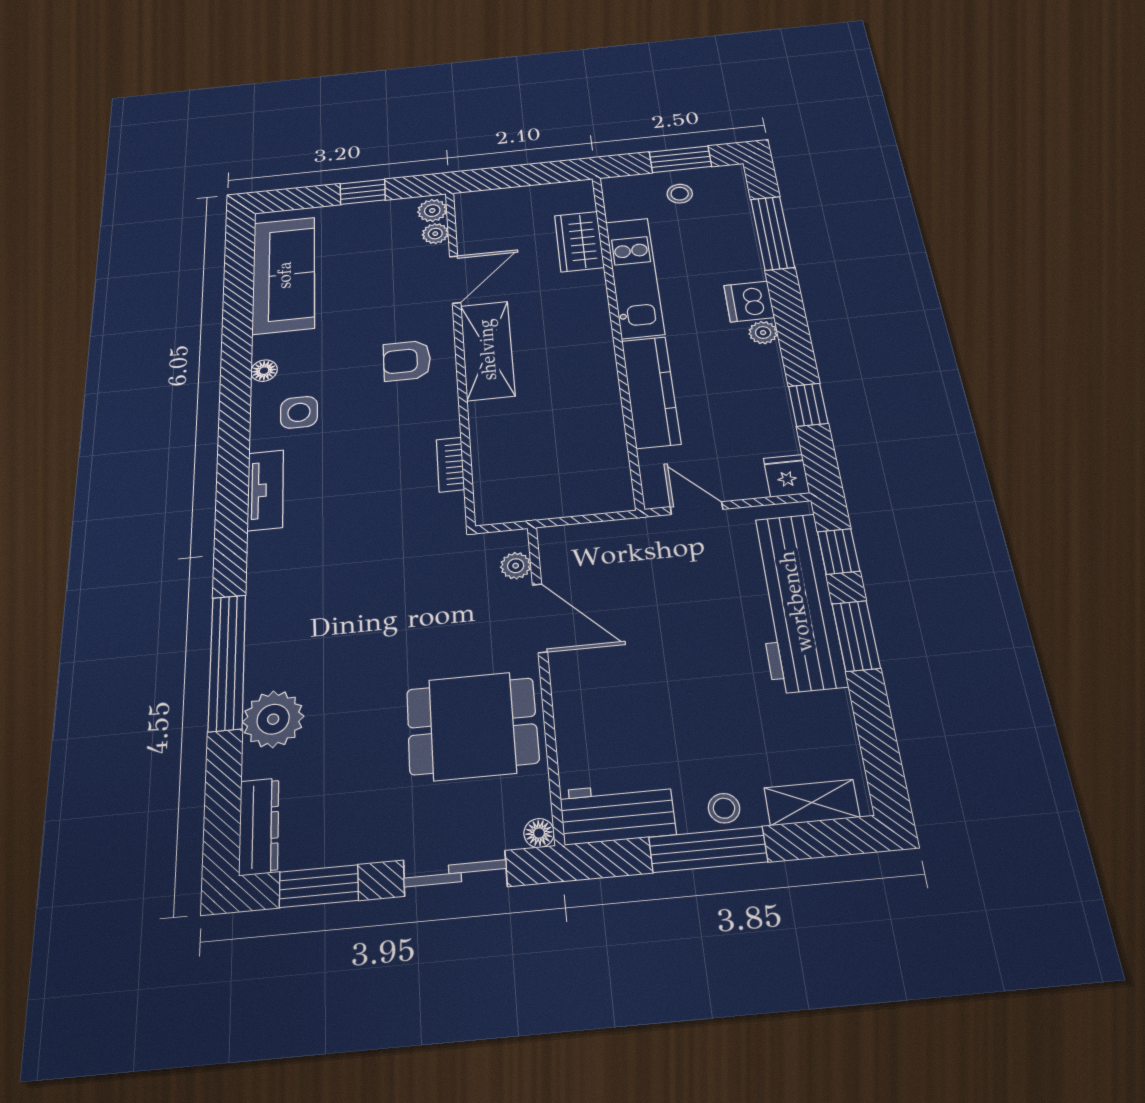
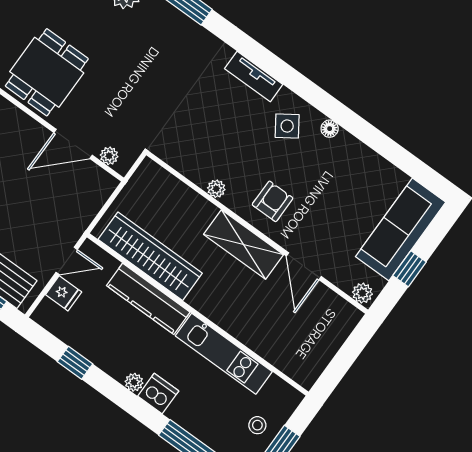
plant: (435, 234) -> (216, 189), moved
wardrobe: (579, 241) -> (150, 256), moved, width x2.10, depth x1.17
sofa: (284, 275) -> (401, 229), moved, turned 90
side table: (299, 412) -> (287, 126), turned -34
bookcase: (450, 465) -> (191, 172), removed
fridge: (786, 476) -> (64, 293), moved

